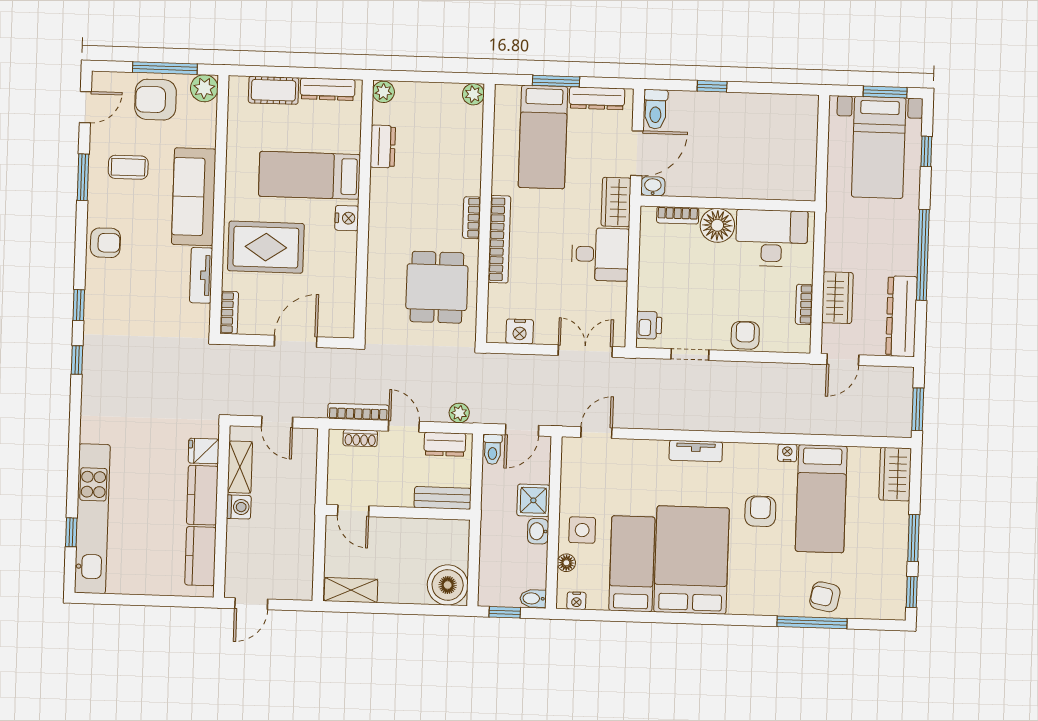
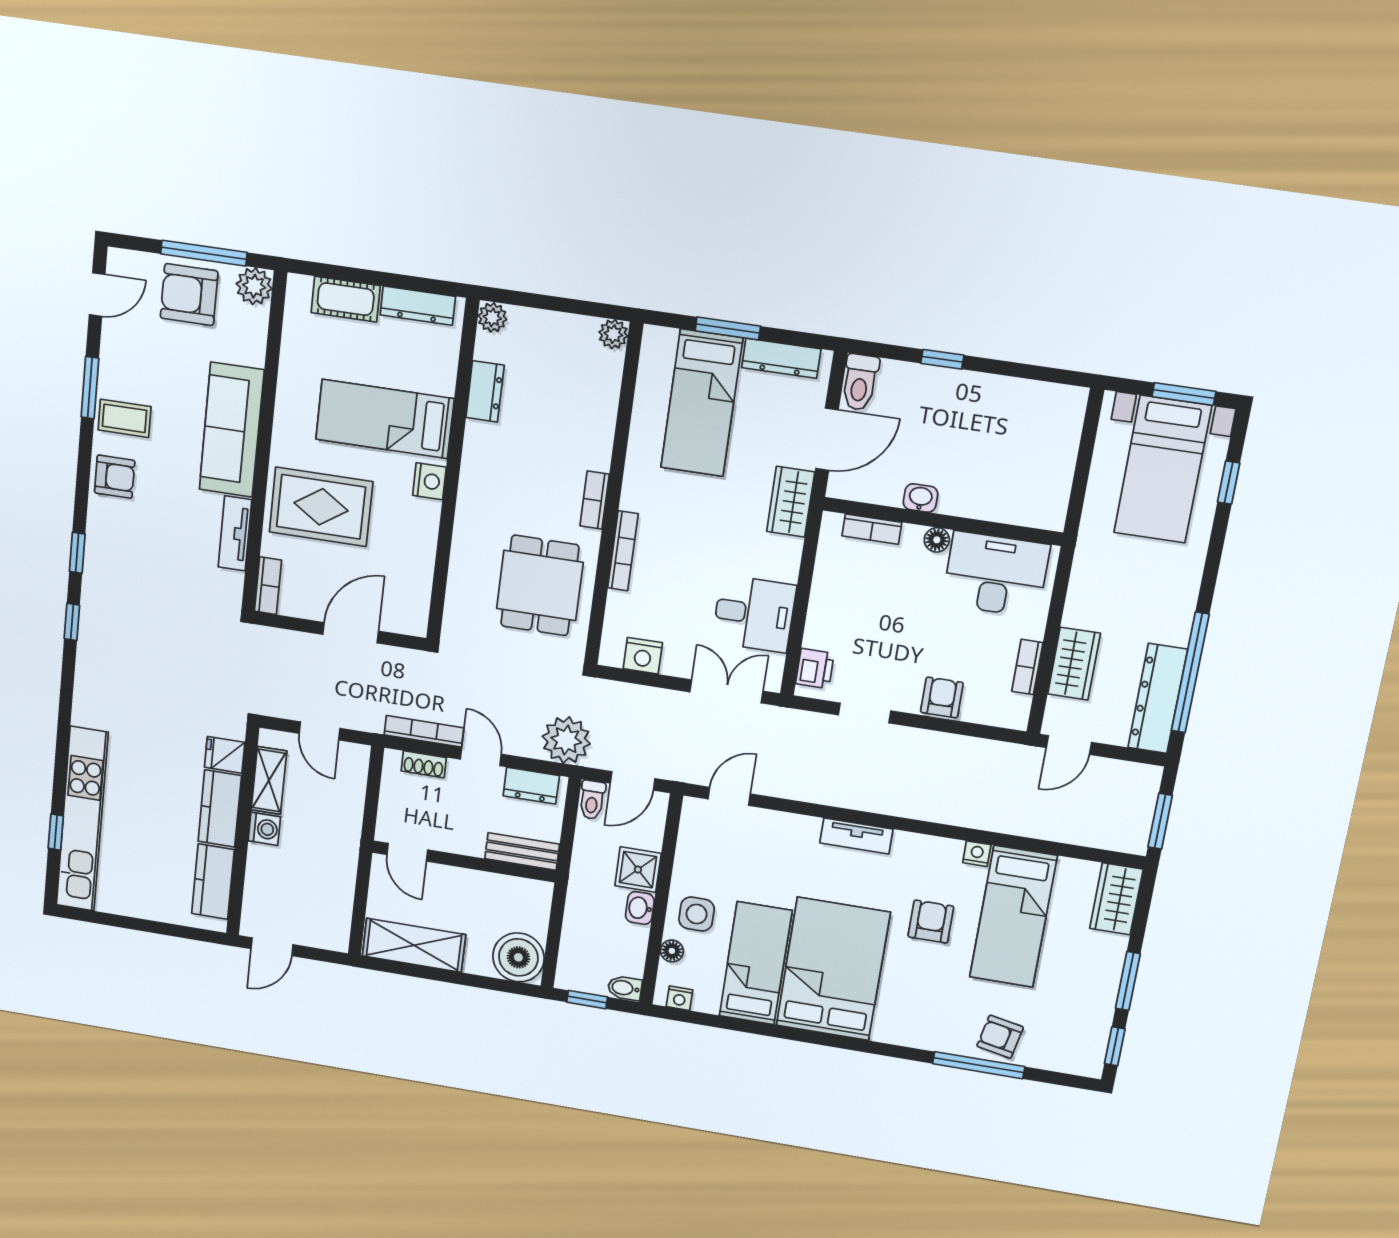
coffee table: (128, 167) -> (125, 418), moved
washbasin: (653, 186) -> (920, 498), moved
floor lamp: (717, 225) -> (937, 540), width x0.53, depth x0.53
bookcase: (499, 239) -> (623, 551), width x0.68, depth x0.76
desk: (600, 254) -> (754, 614), moved
window: (923, 255) -> (1190, 673), moved
plant: (459, 413) -> (566, 740), width x1.88, depth x1.88
shelving: (351, 590) -> (414, 945), width x1.50, depth x1.33

